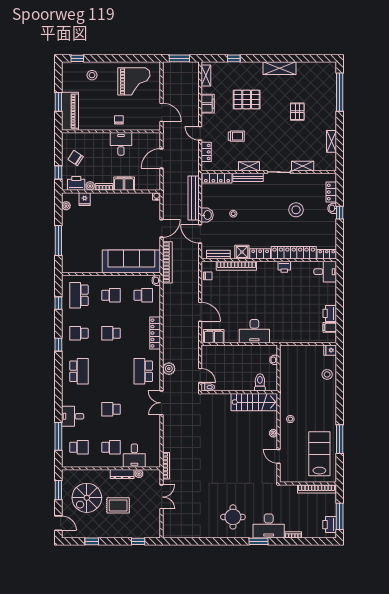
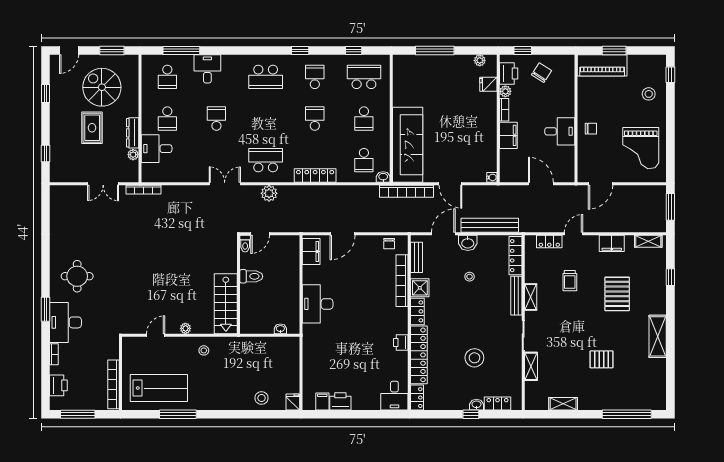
toilet: (260, 382) -> (251, 276), moved
printer: (330, 525) -> (58, 385), moved, turned 90

